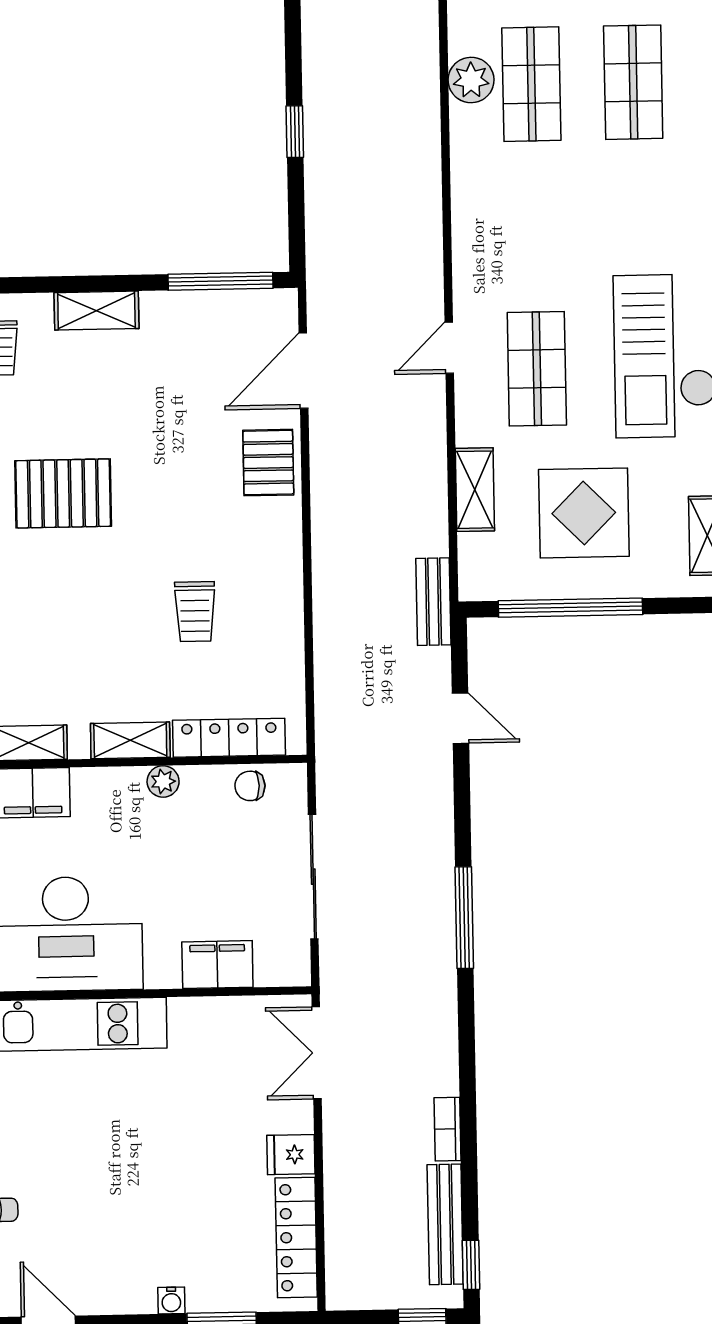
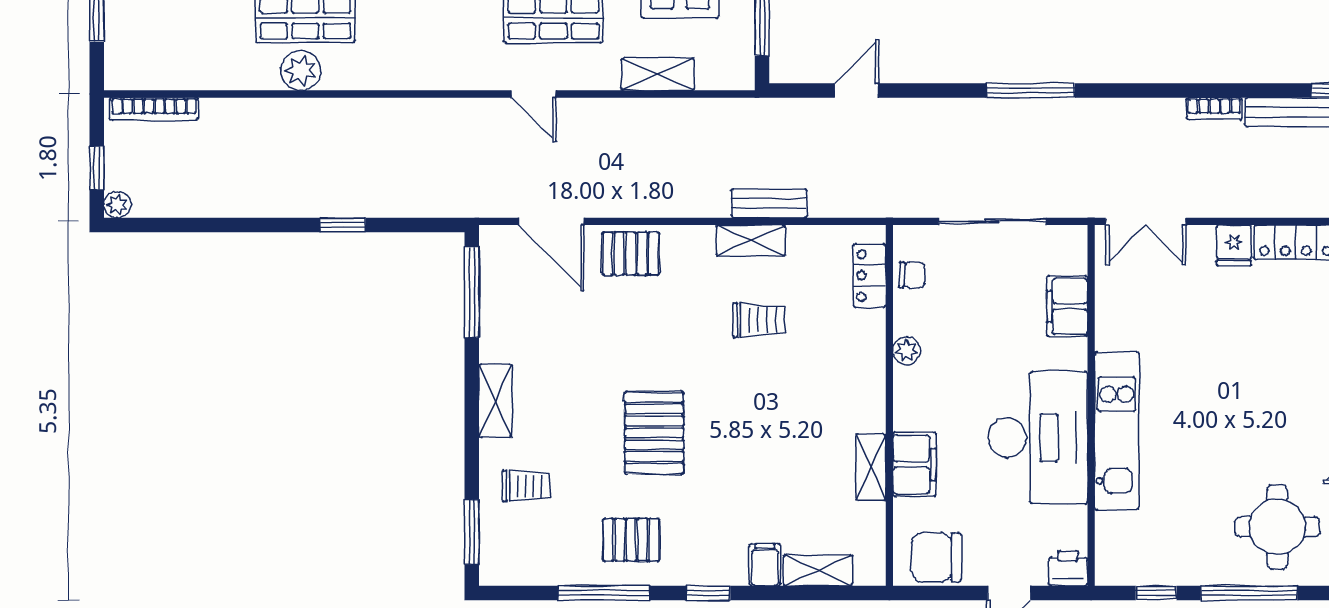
bench: (433, 602) -> (769, 203), moved
locker: (229, 738) -> (870, 276), width x0.66
shelving: (130, 740) -> (751, 240), moved, turned 90
chair: (250, 786) -> (912, 275), turned -88

